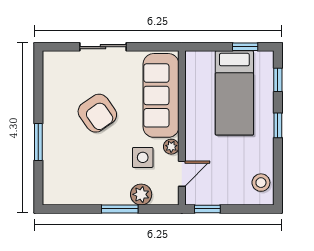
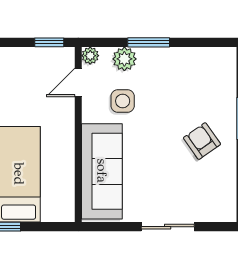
armchair: (97, 113) -> (202, 141), moved, width x0.72, depth x0.72
plant: (171, 147) -> (90, 56), moved

